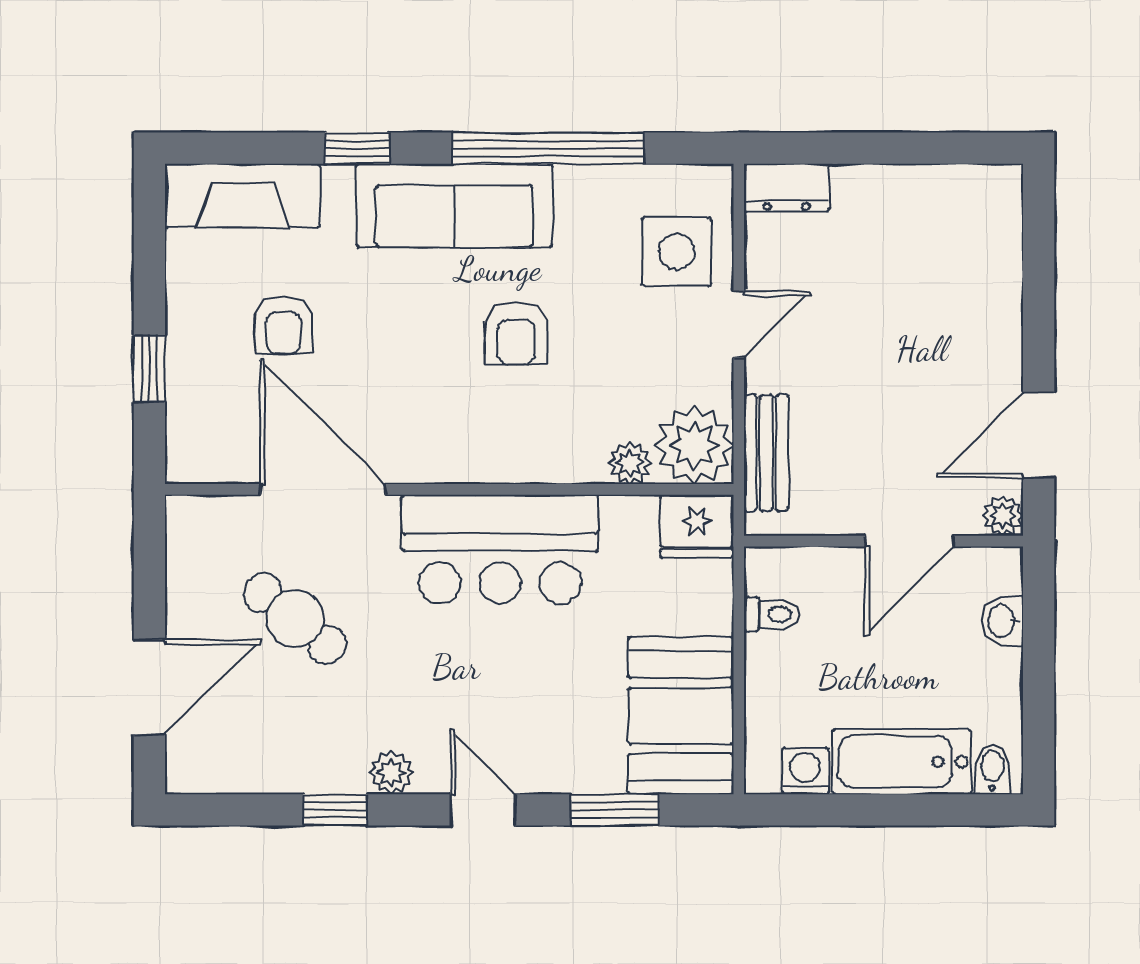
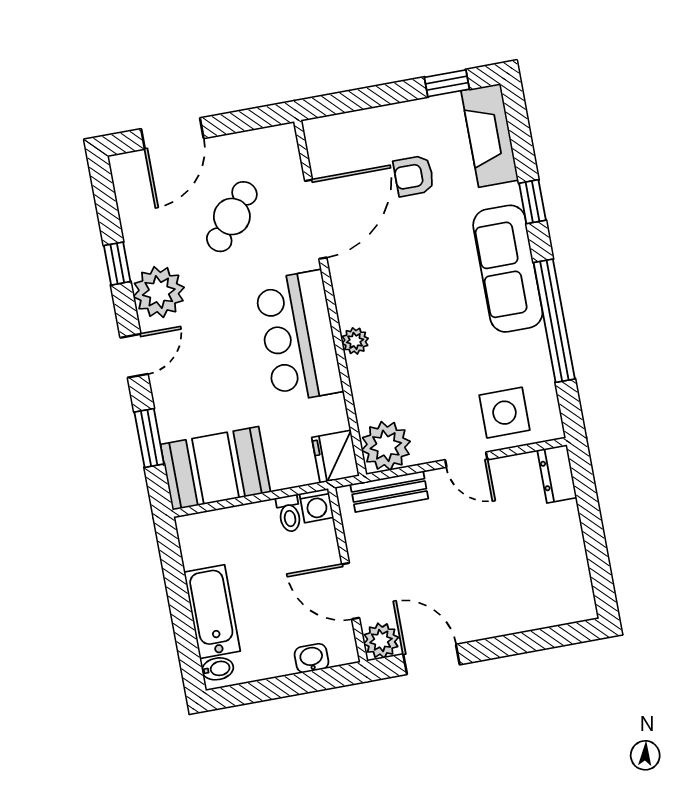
armchair: (516, 333) -> (435, 322), removed
window: (149, 368) -> (447, 83), moved
plant: (630, 463) -> (355, 341), moved
plant: (1003, 516) -> (381, 641), width x1.38, depth x1.38
door: (149, 687) -> (172, 134), hinge flipped
washing machine: (805, 771) -> (317, 506), moved, turned 90
plant: (391, 773) -> (159, 292), width x1.87, depth x1.87

